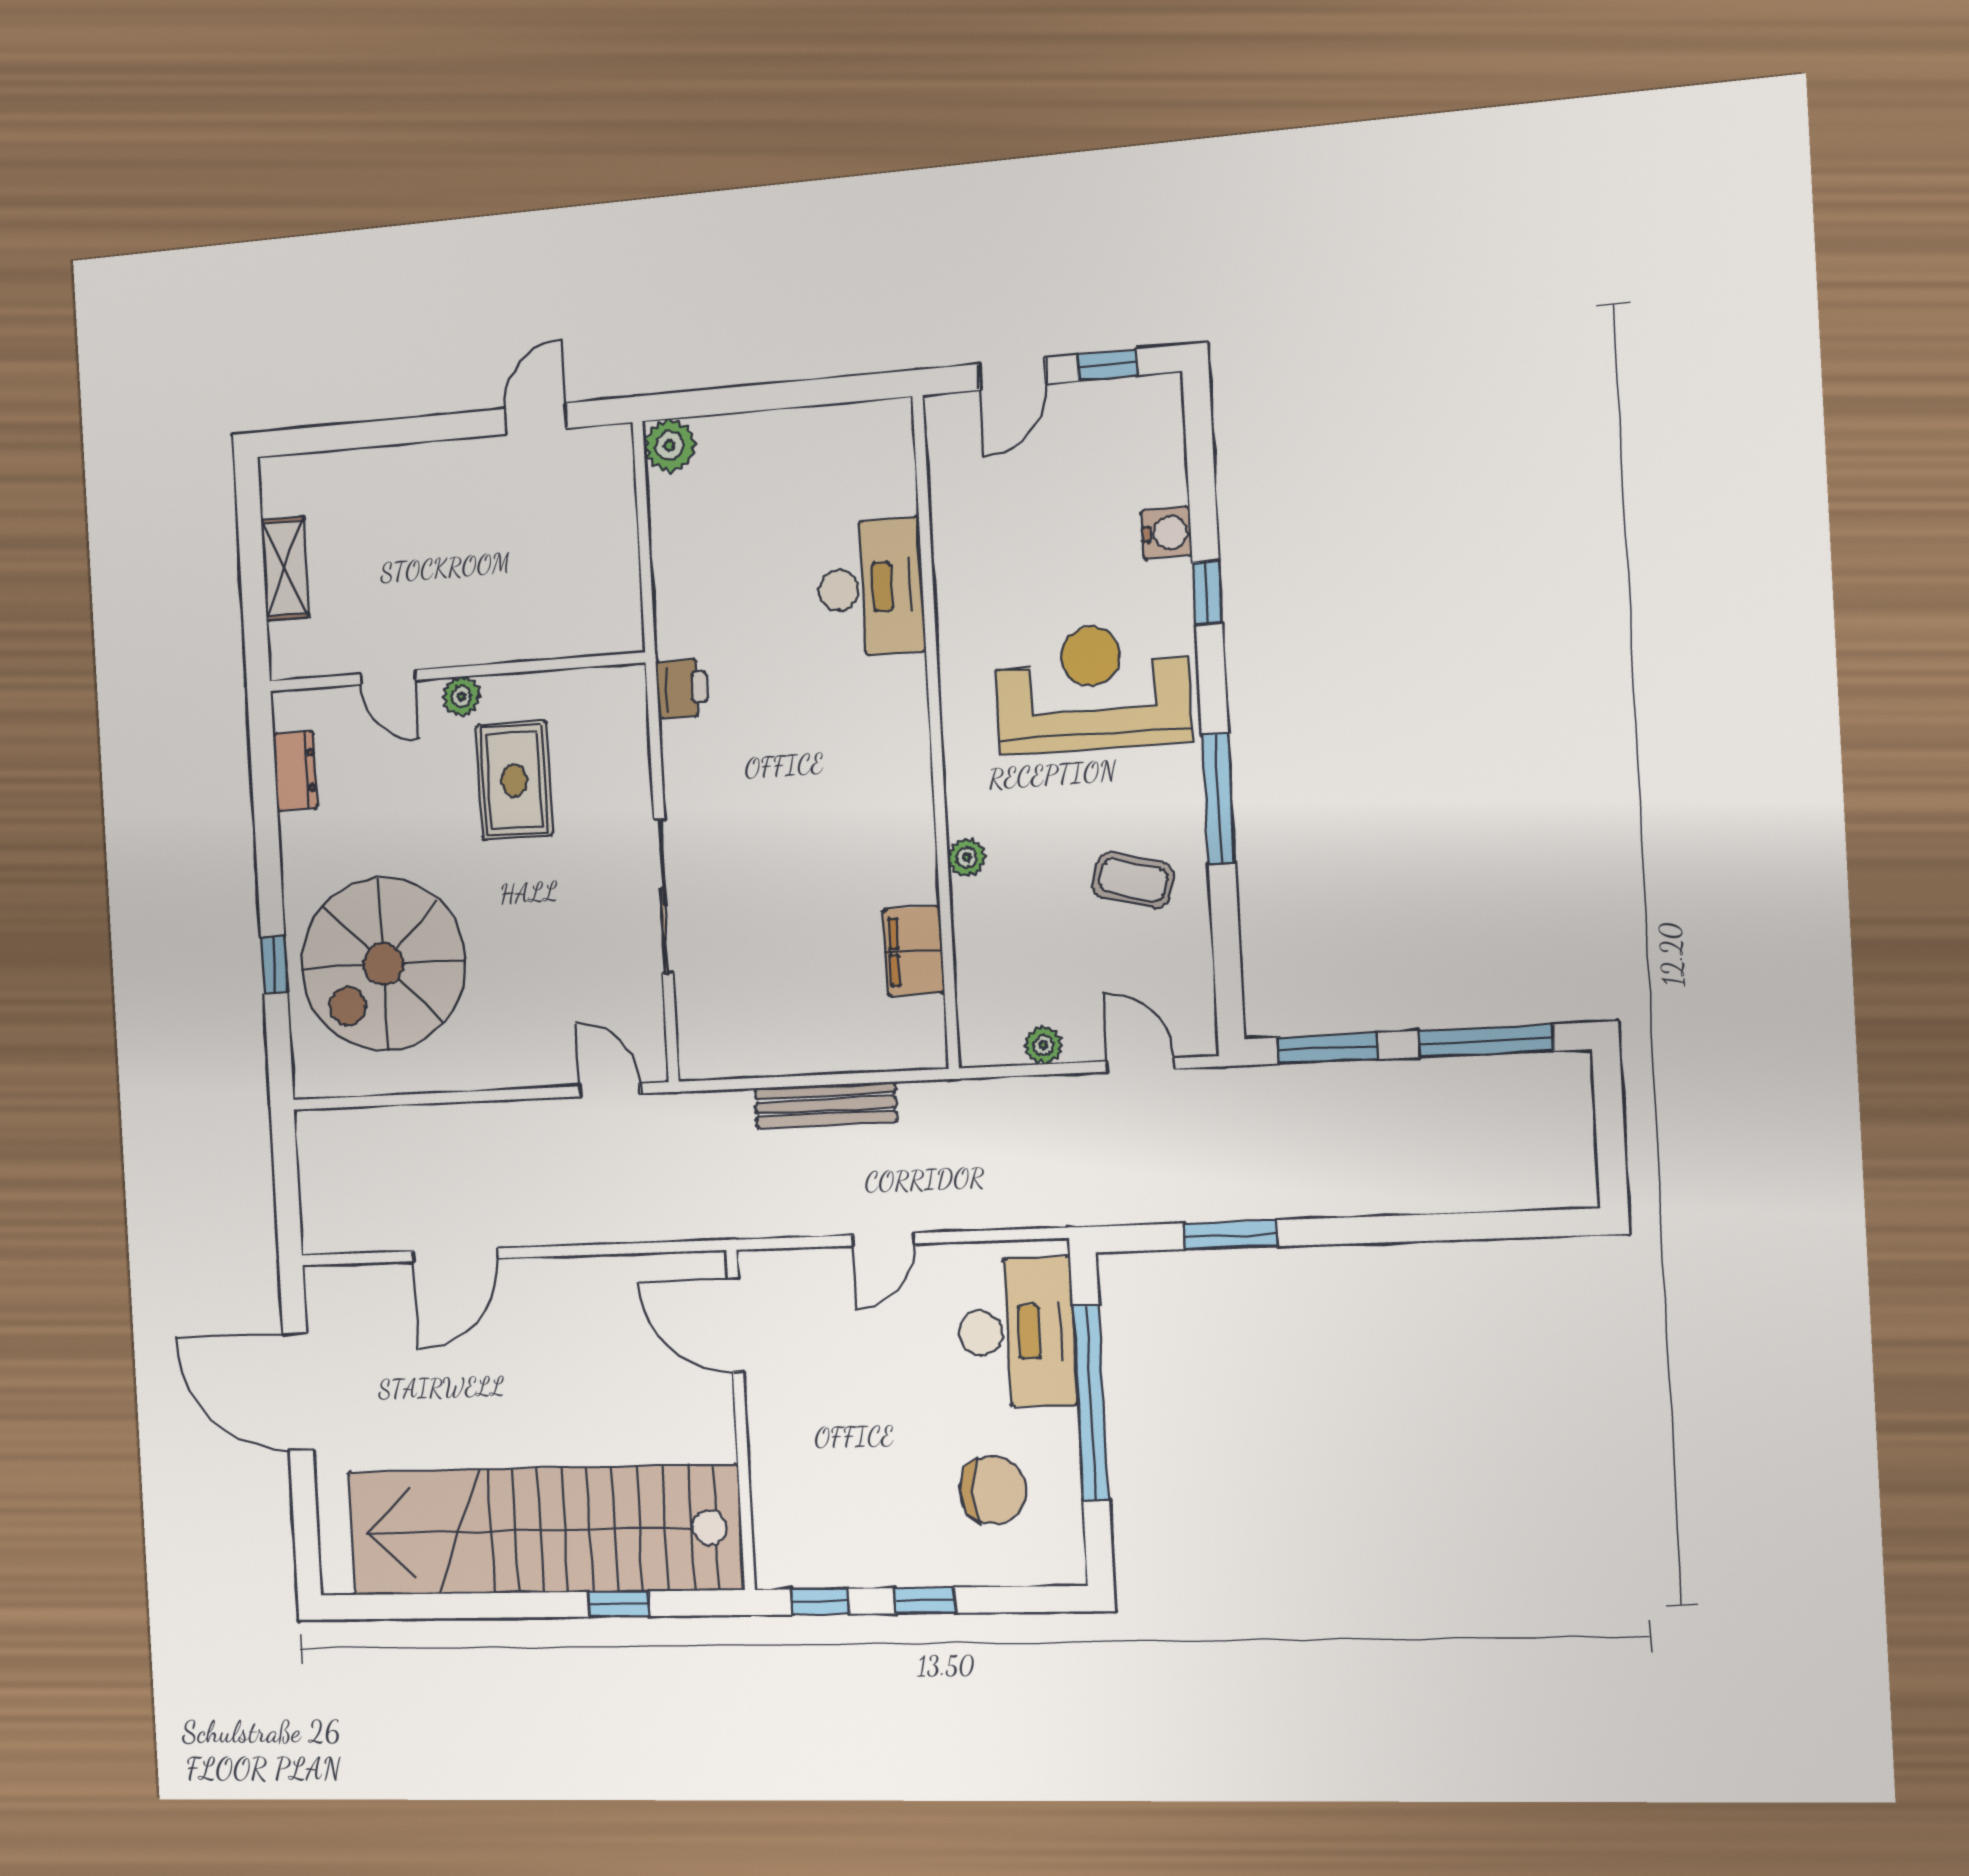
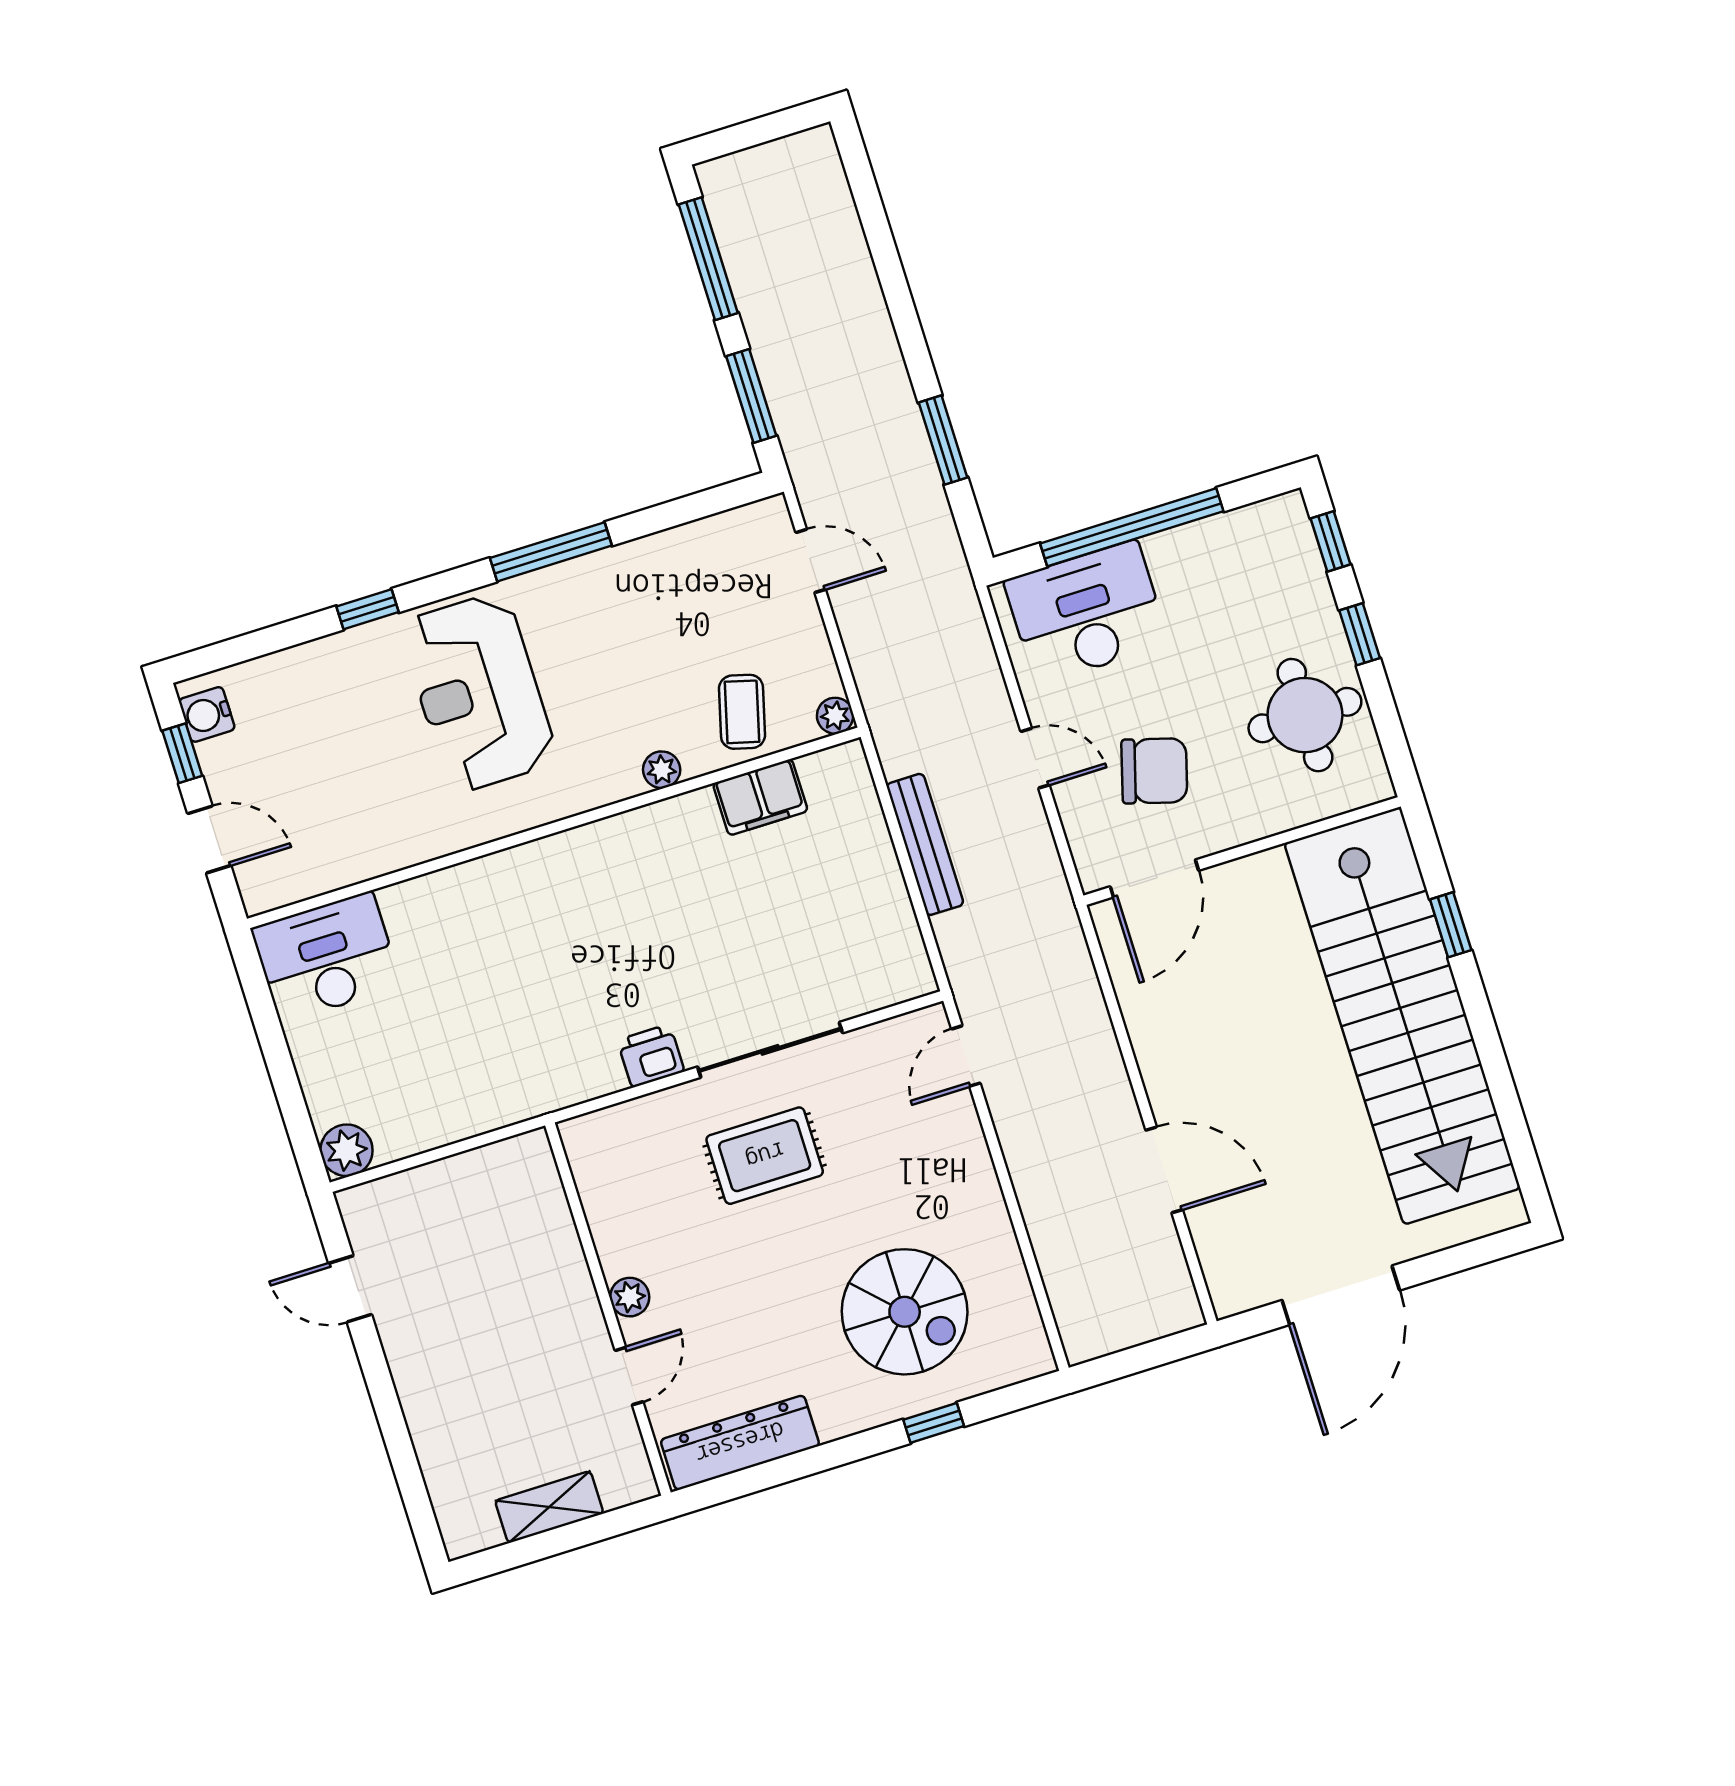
water cooler: (1167, 533) -> (207, 714), moved, turned -90
desk: (871, 588) -> (326, 957), moved
printer: (682, 688) -> (651, 1056), moved
dresser: (295, 771) -> (740, 1443), width x1.96, depth x1.24
rug: (514, 780) -> (765, 1156), moved
coffee table: (1133, 880) -> (742, 712), moved
spiral stairs: (383, 964) -> (905, 1312), width x0.73, depth x0.73
plant: (1043, 1045) -> (835, 716), moved
door: (1140, 1065) -> (811, 561), swing flipped
chair: (993, 1490) -> (1154, 771), moved, turned 106
round table: (858, 1522) -> (1305, 715), added
window: (820, 1602) -> (1331, 541), moved

